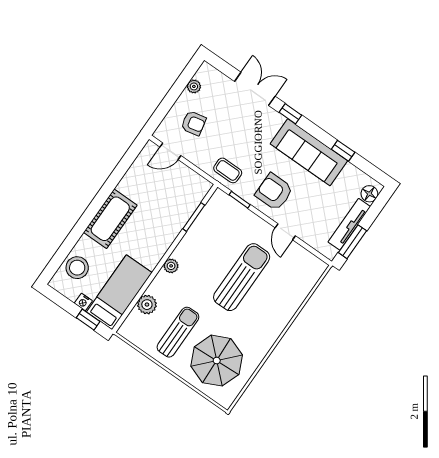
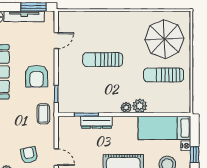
dresser: (178, 222) -> (97, 122), added
door: (285, 232) -> (56, 41), moved
sun lounger: (242, 277) -> (103, 60), width x0.73, depth x0.75
plant: (147, 305) -> (140, 106), moved
window: (88, 320) -> (195, 155), moved

